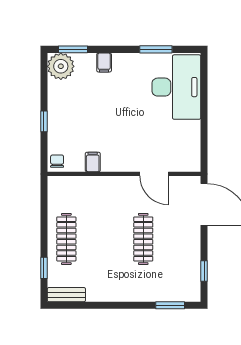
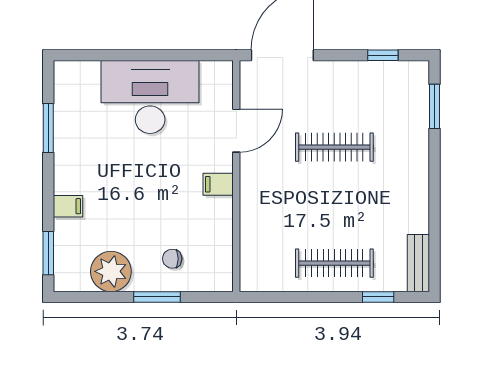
plant: (61, 66) -> (111, 271), moved
desk: (176, 87) -> (150, 97), moved
window: (44, 121) -> (157, 297), width x1.50
chair: (57, 161) -> (172, 259), moved
filing cabinet: (93, 162) -> (218, 184), moved

